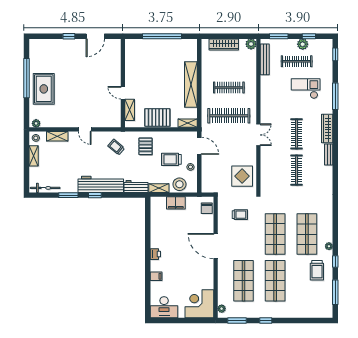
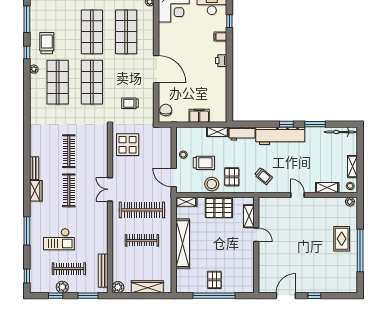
pallet: (162, 51) -> (214, 280), added
rug: (44, 89) -> (342, 239), width x0.73, depth x0.70
wardrobe: (327, 129) -> (36, 191), width x0.67
stool: (179, 184) -> (212, 184), moved
window: (148, 291) -> (229, 21), added

